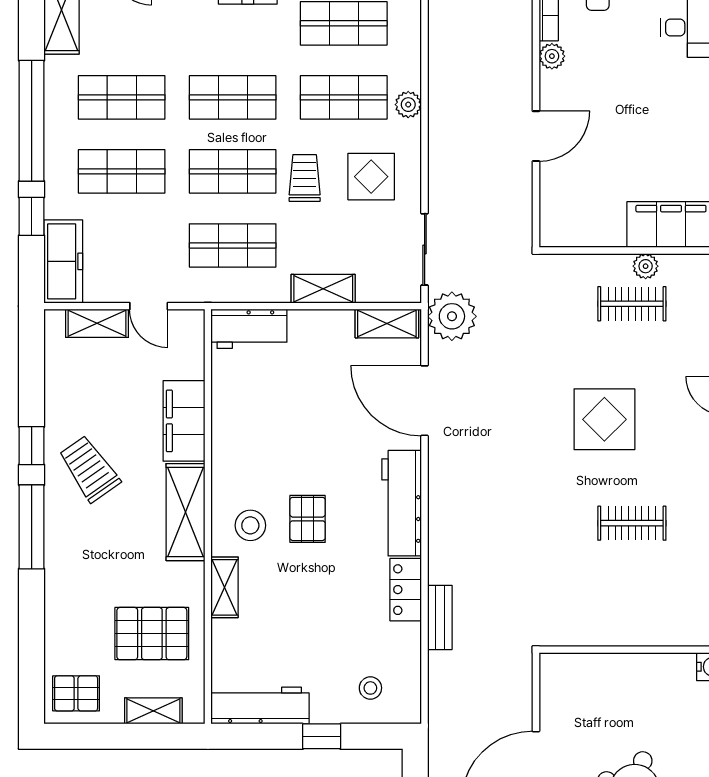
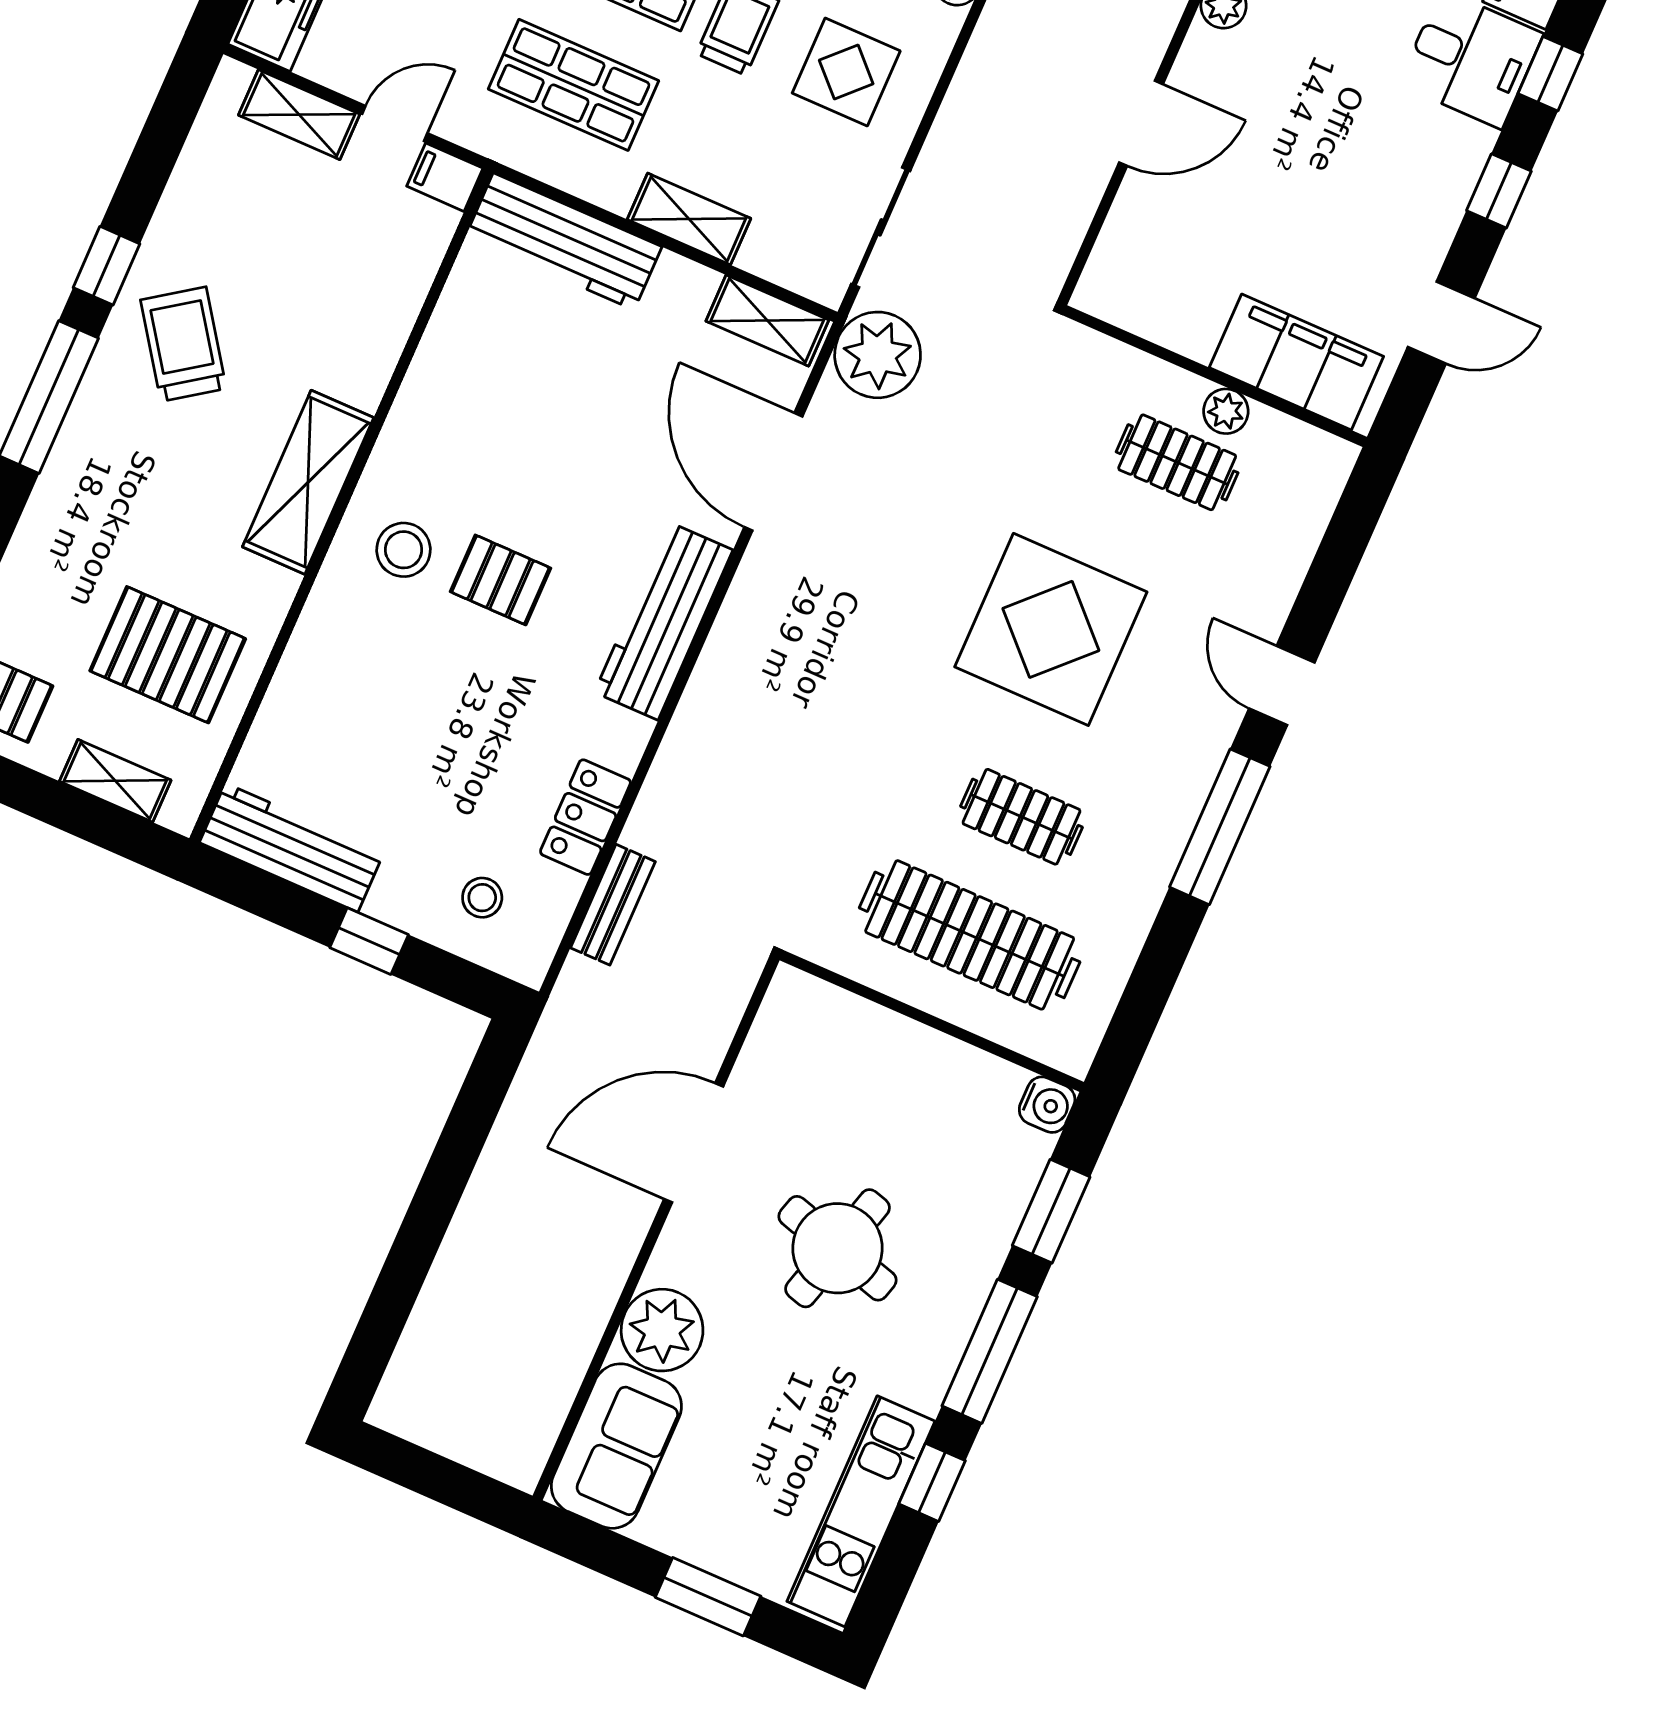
door: (149, 306) -> (395, 123), swing flipped
workbench: (249, 329) -> (564, 241), width x1.38
display table: (604, 419) -> (1051, 629), width x1.36, depth x1.36
filing cabinet: (184, 421) -> (445, 177), moved, width x0.33, depth x0.86
pallet: (308, 519) -> (500, 580), turned 90
shelving: (225, 587) -> (318, 632), removed
locker: (406, 590) -> (585, 817), moved
clothes rail: (632, 596) -> (970, 935), added
bench: (440, 617) -> (613, 905), moved

